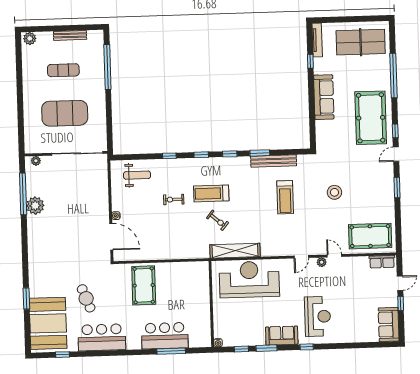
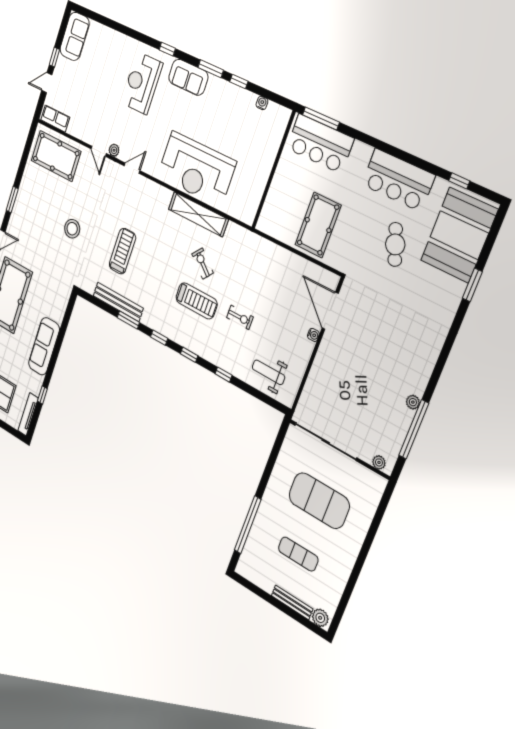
bench: (70, 35) -> (292, 602), moved
plant: (35, 206) -> (413, 402), width x0.53, depth x0.53
wall: (211, 304) -> (273, 170), moved

